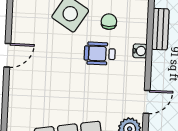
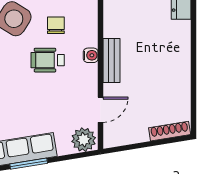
bench: (160, 29) -> (112, 61), moved

